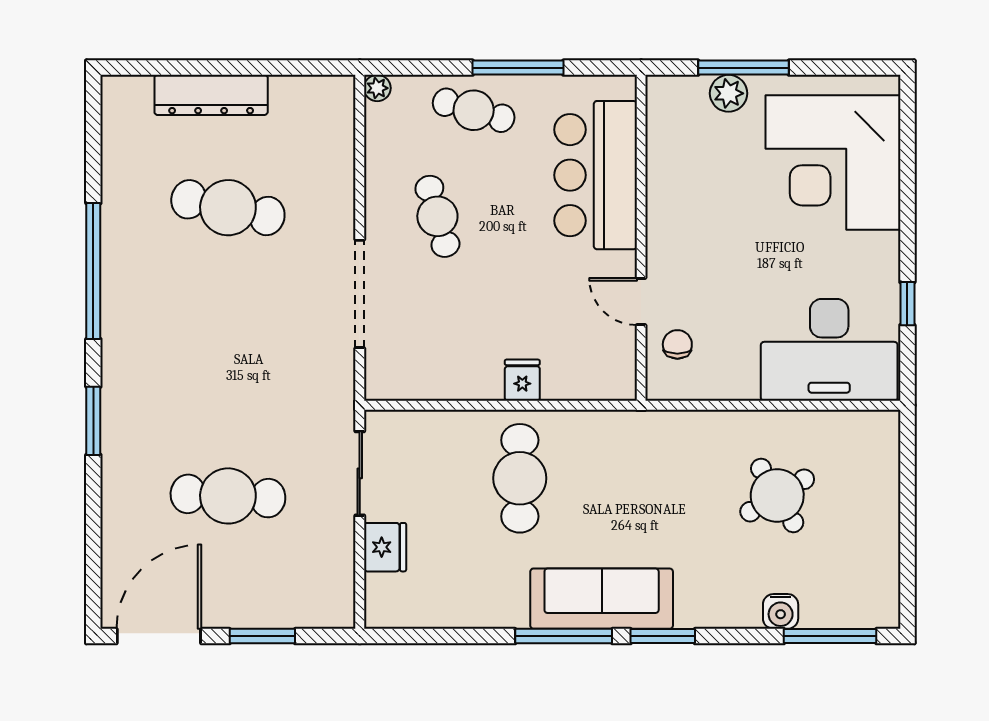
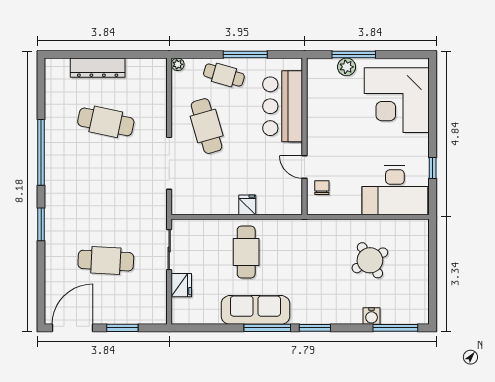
cafe table: (437, 216) -> (207, 126), width x1.37, depth x1.35
sofa: (602, 599) -> (255, 310), moved

